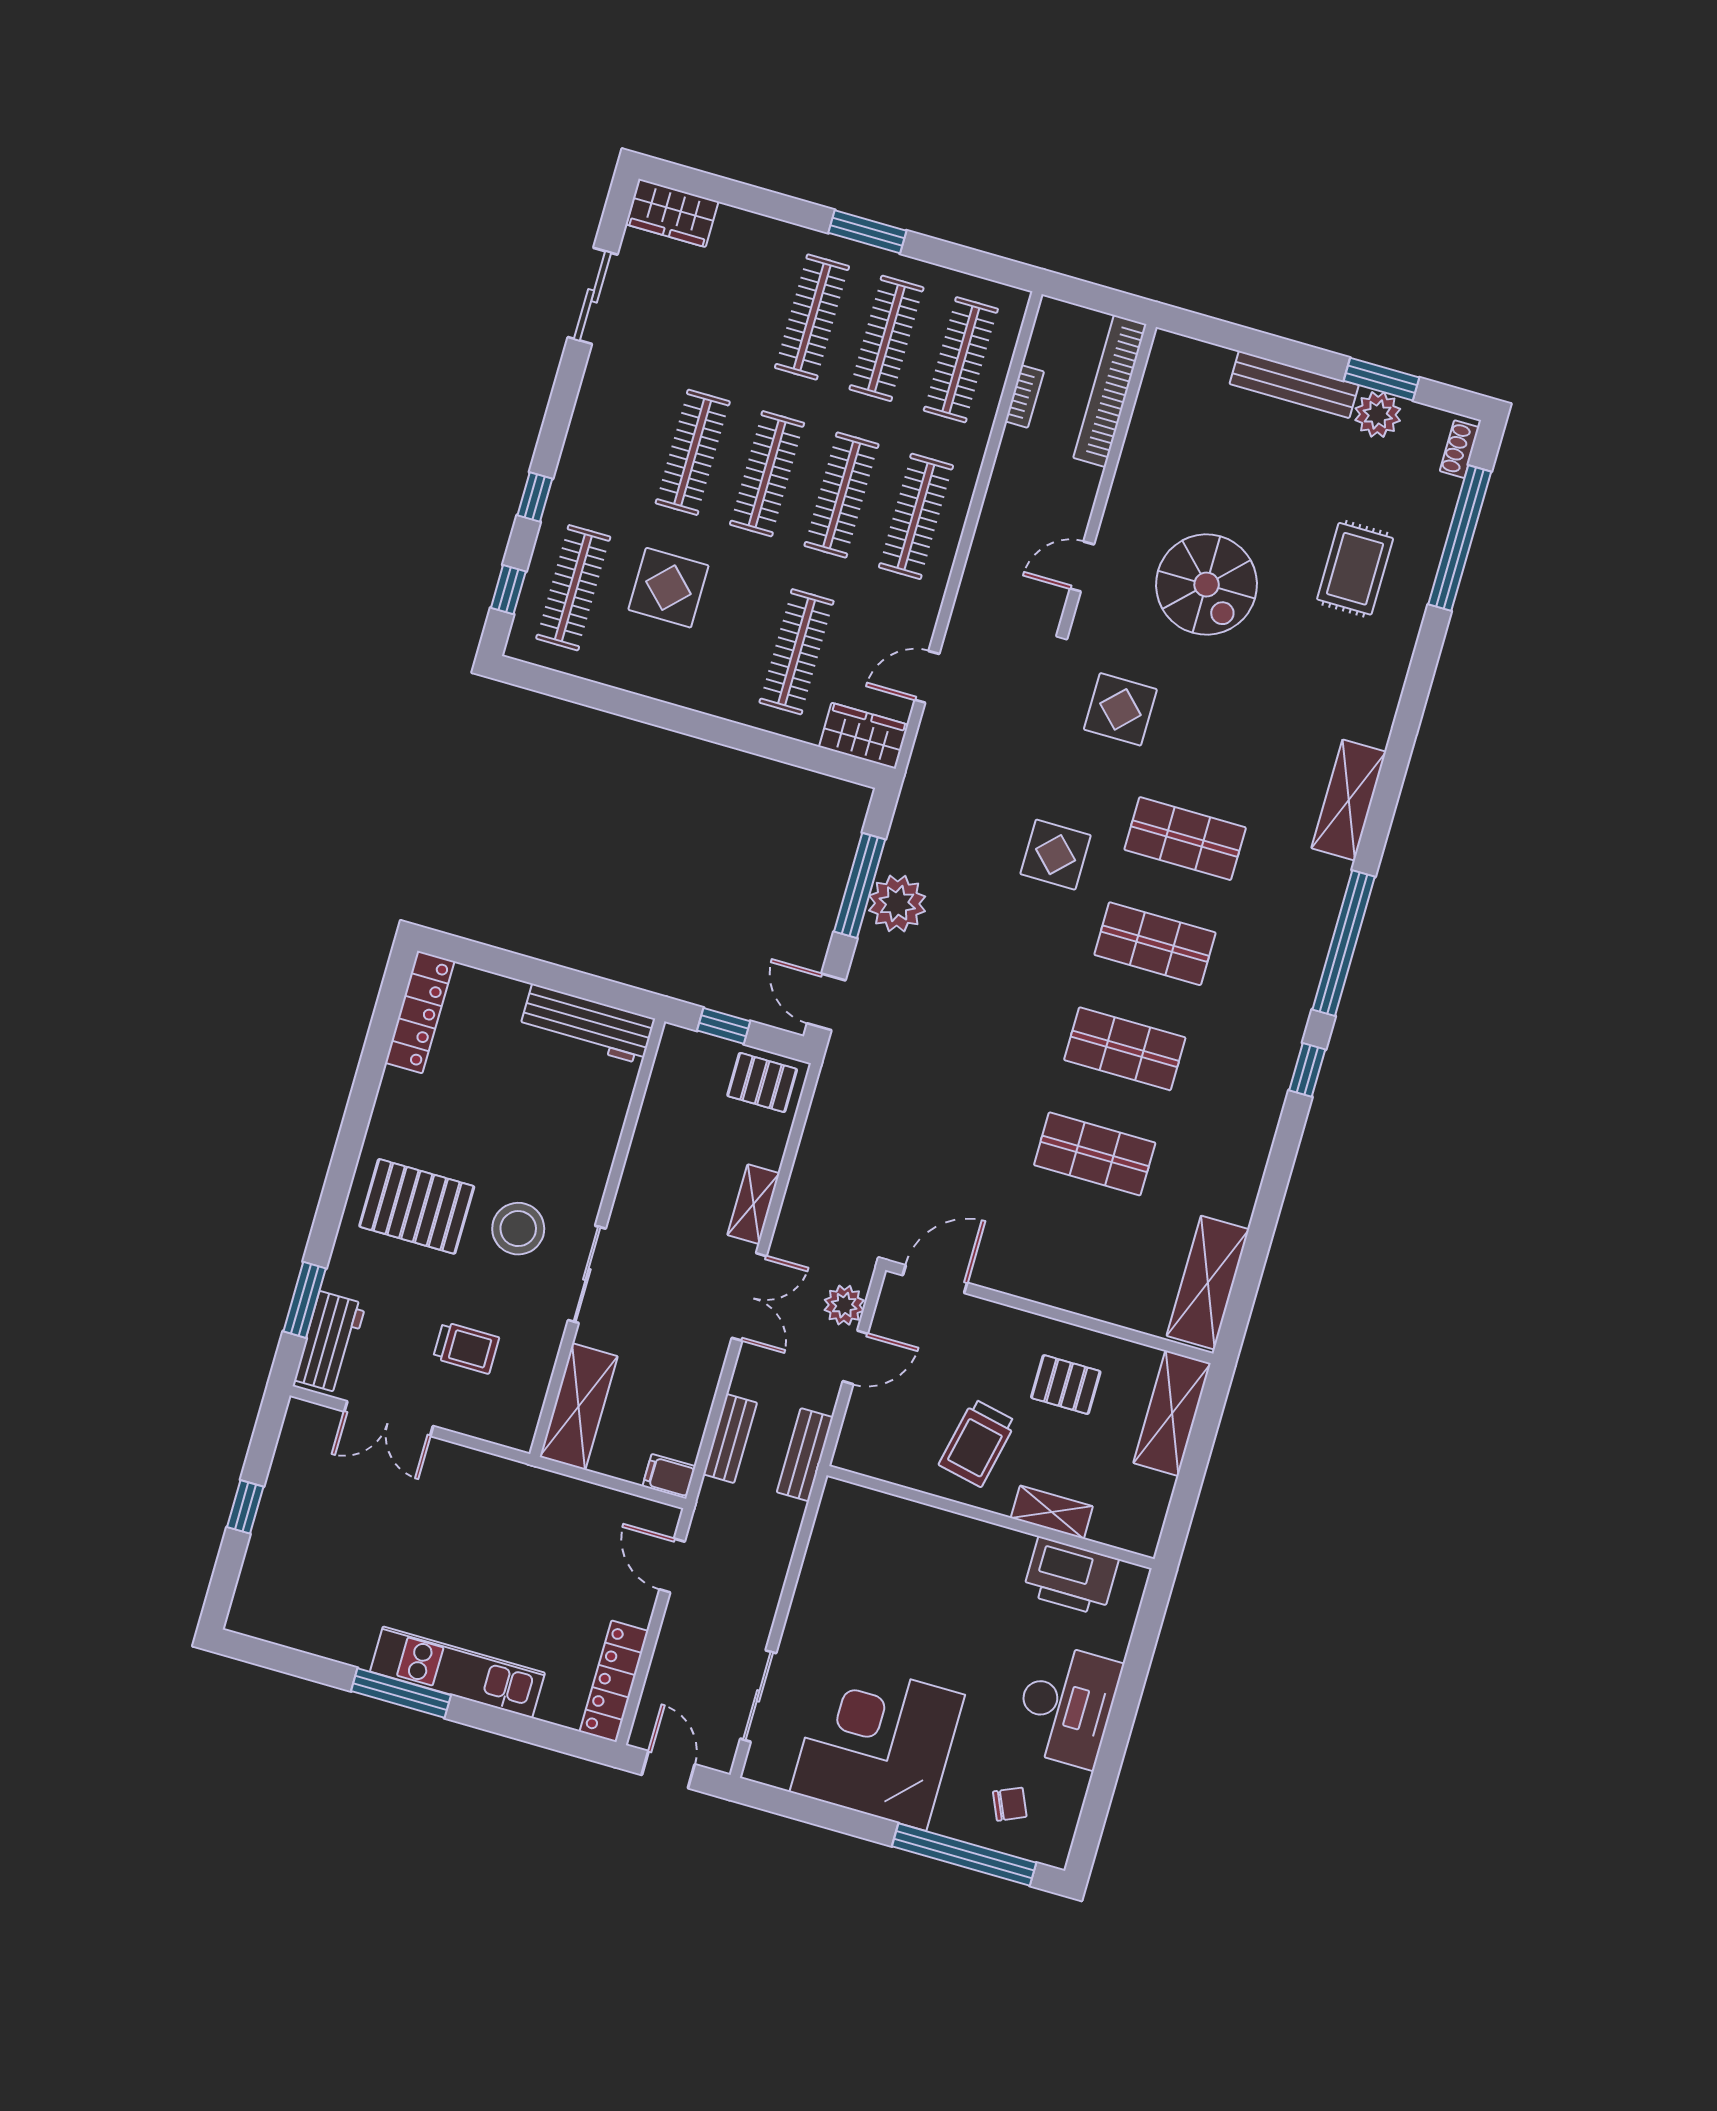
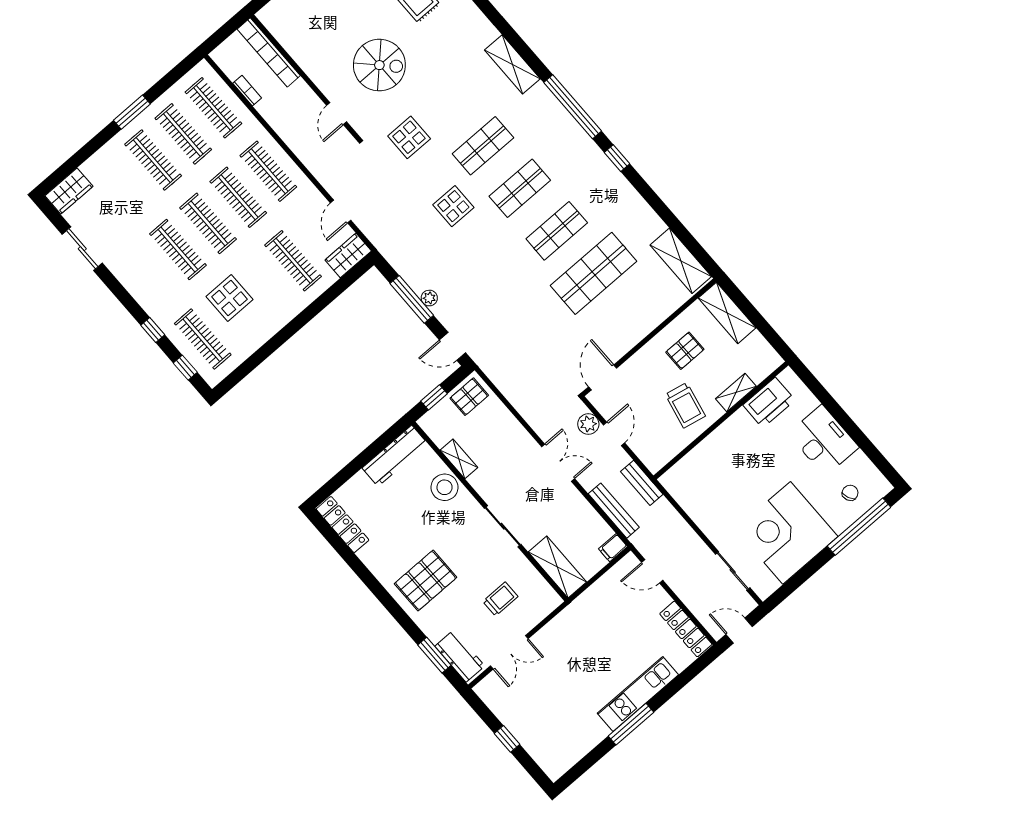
plant: (897, 903) -> (429, 298), width x0.53, depth x0.53
shop shelf: (1095, 1154) -> (594, 273), width x1.43, depth x1.36
shelving: (753, 1204) -> (459, 459), moved
stool: (518, 1229) -> (445, 487), moved
bench: (730, 1438) -> (614, 511), width x1.36

